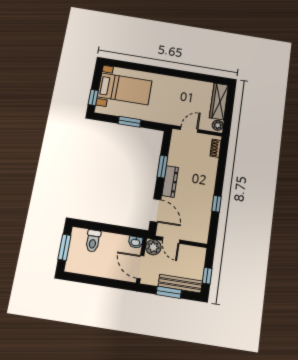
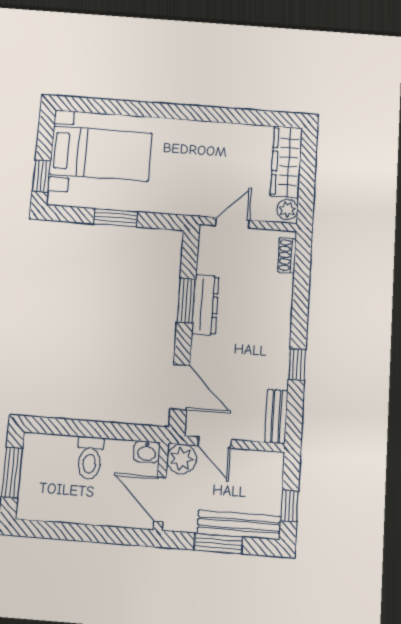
dresser: (170, 181) -> (205, 305), moved
bench: (204, 229) -> (276, 416), added
toilet: (93, 241) -> (90, 458), moved

